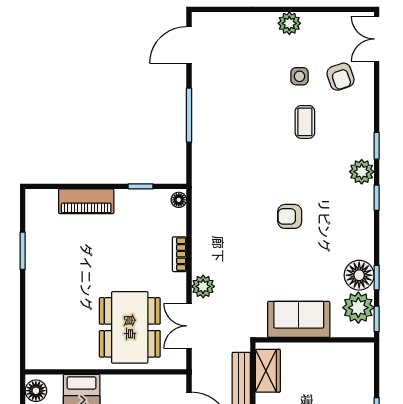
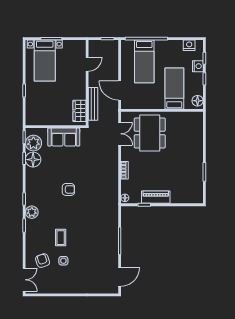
plant: (289, 23) -> (69, 288), removed
piano: (86, 201) -> (156, 197), moved
plant: (203, 286) -> (112, 154), removed

